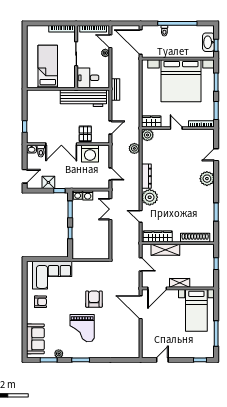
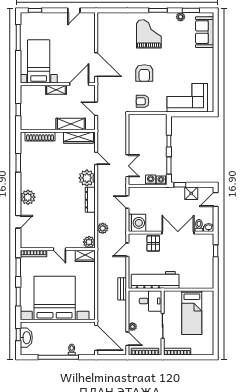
washing machine: (90, 154) -> (137, 223), moved, turned 90
armchair: (40, 302) -> (143, 101), moved
grand piano: (82, 328) -> (149, 34), moved

